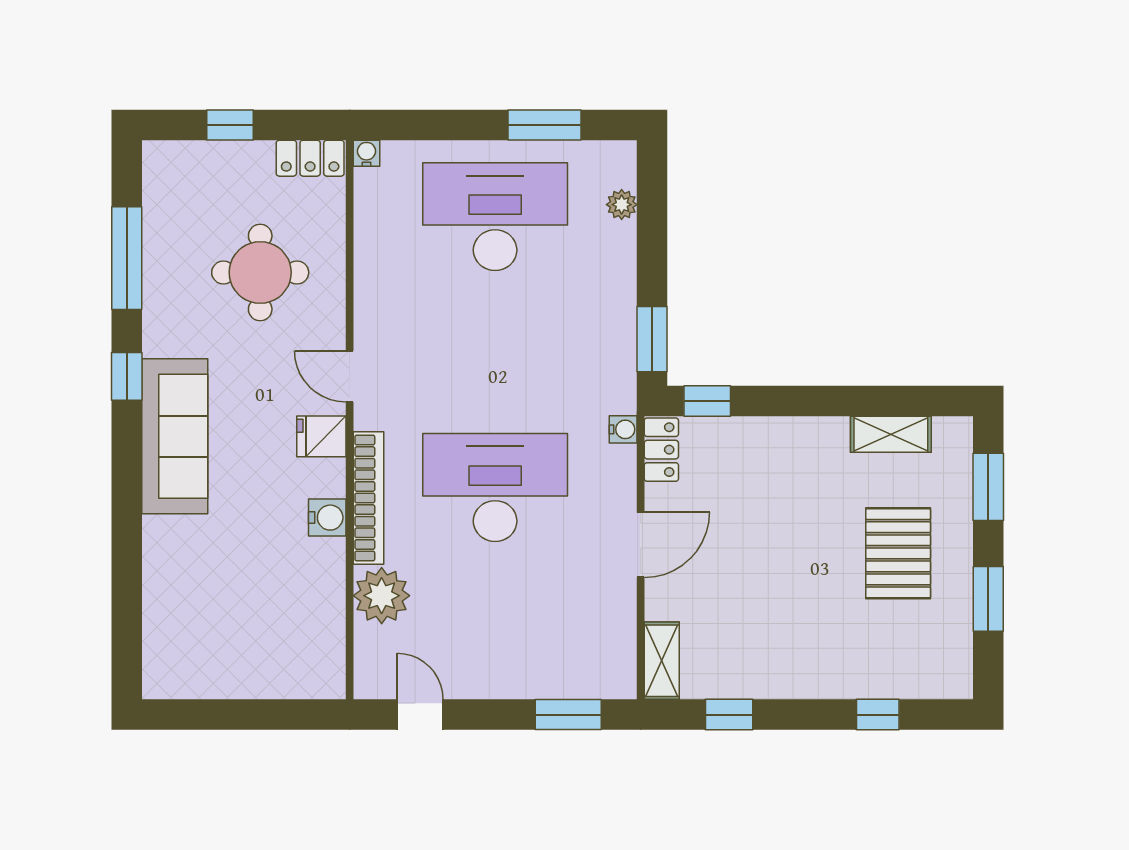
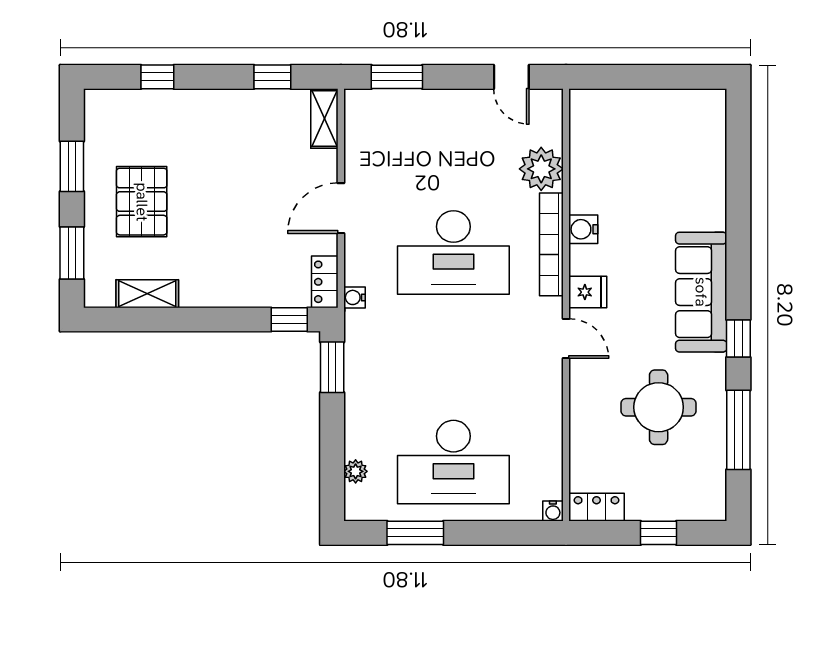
round table: (260, 272) -> (659, 407), moved

